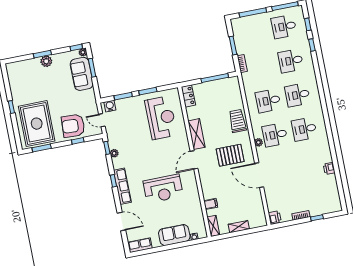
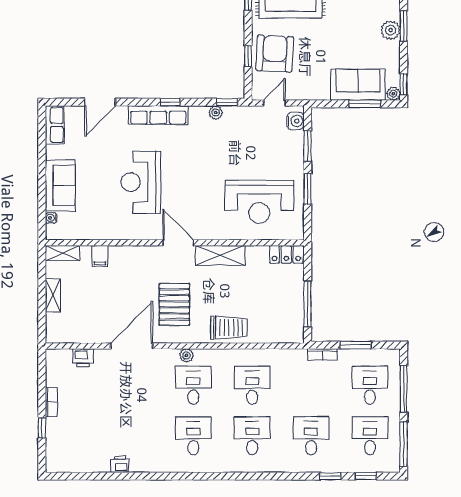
desk: (255, 32) -> (370, 385), added
printer: (275, 217) -> (83, 358), moved

